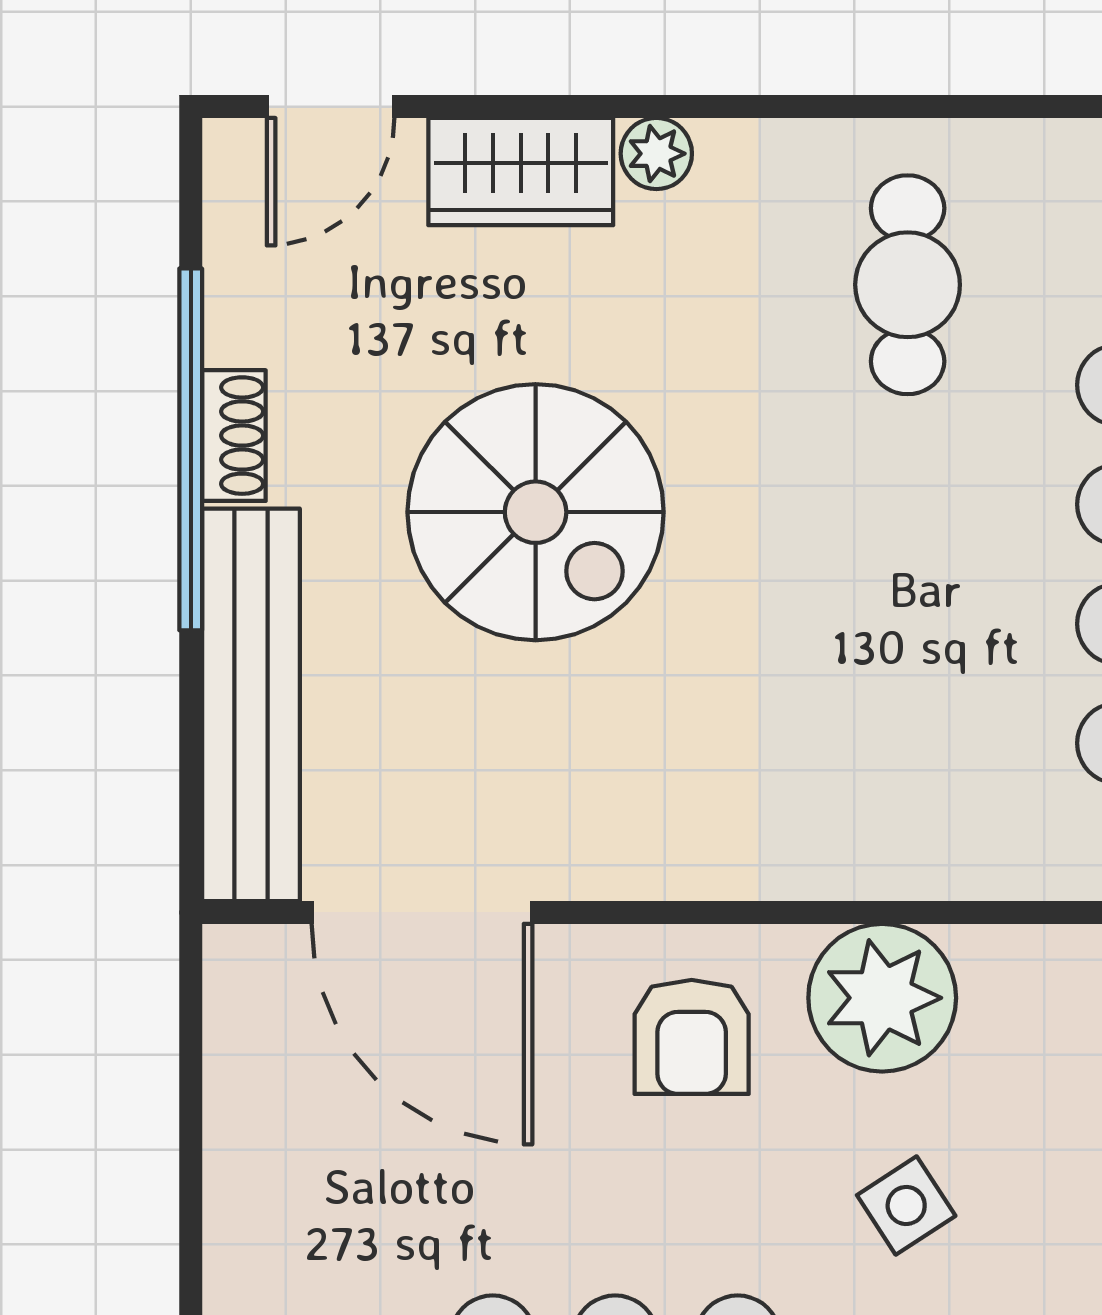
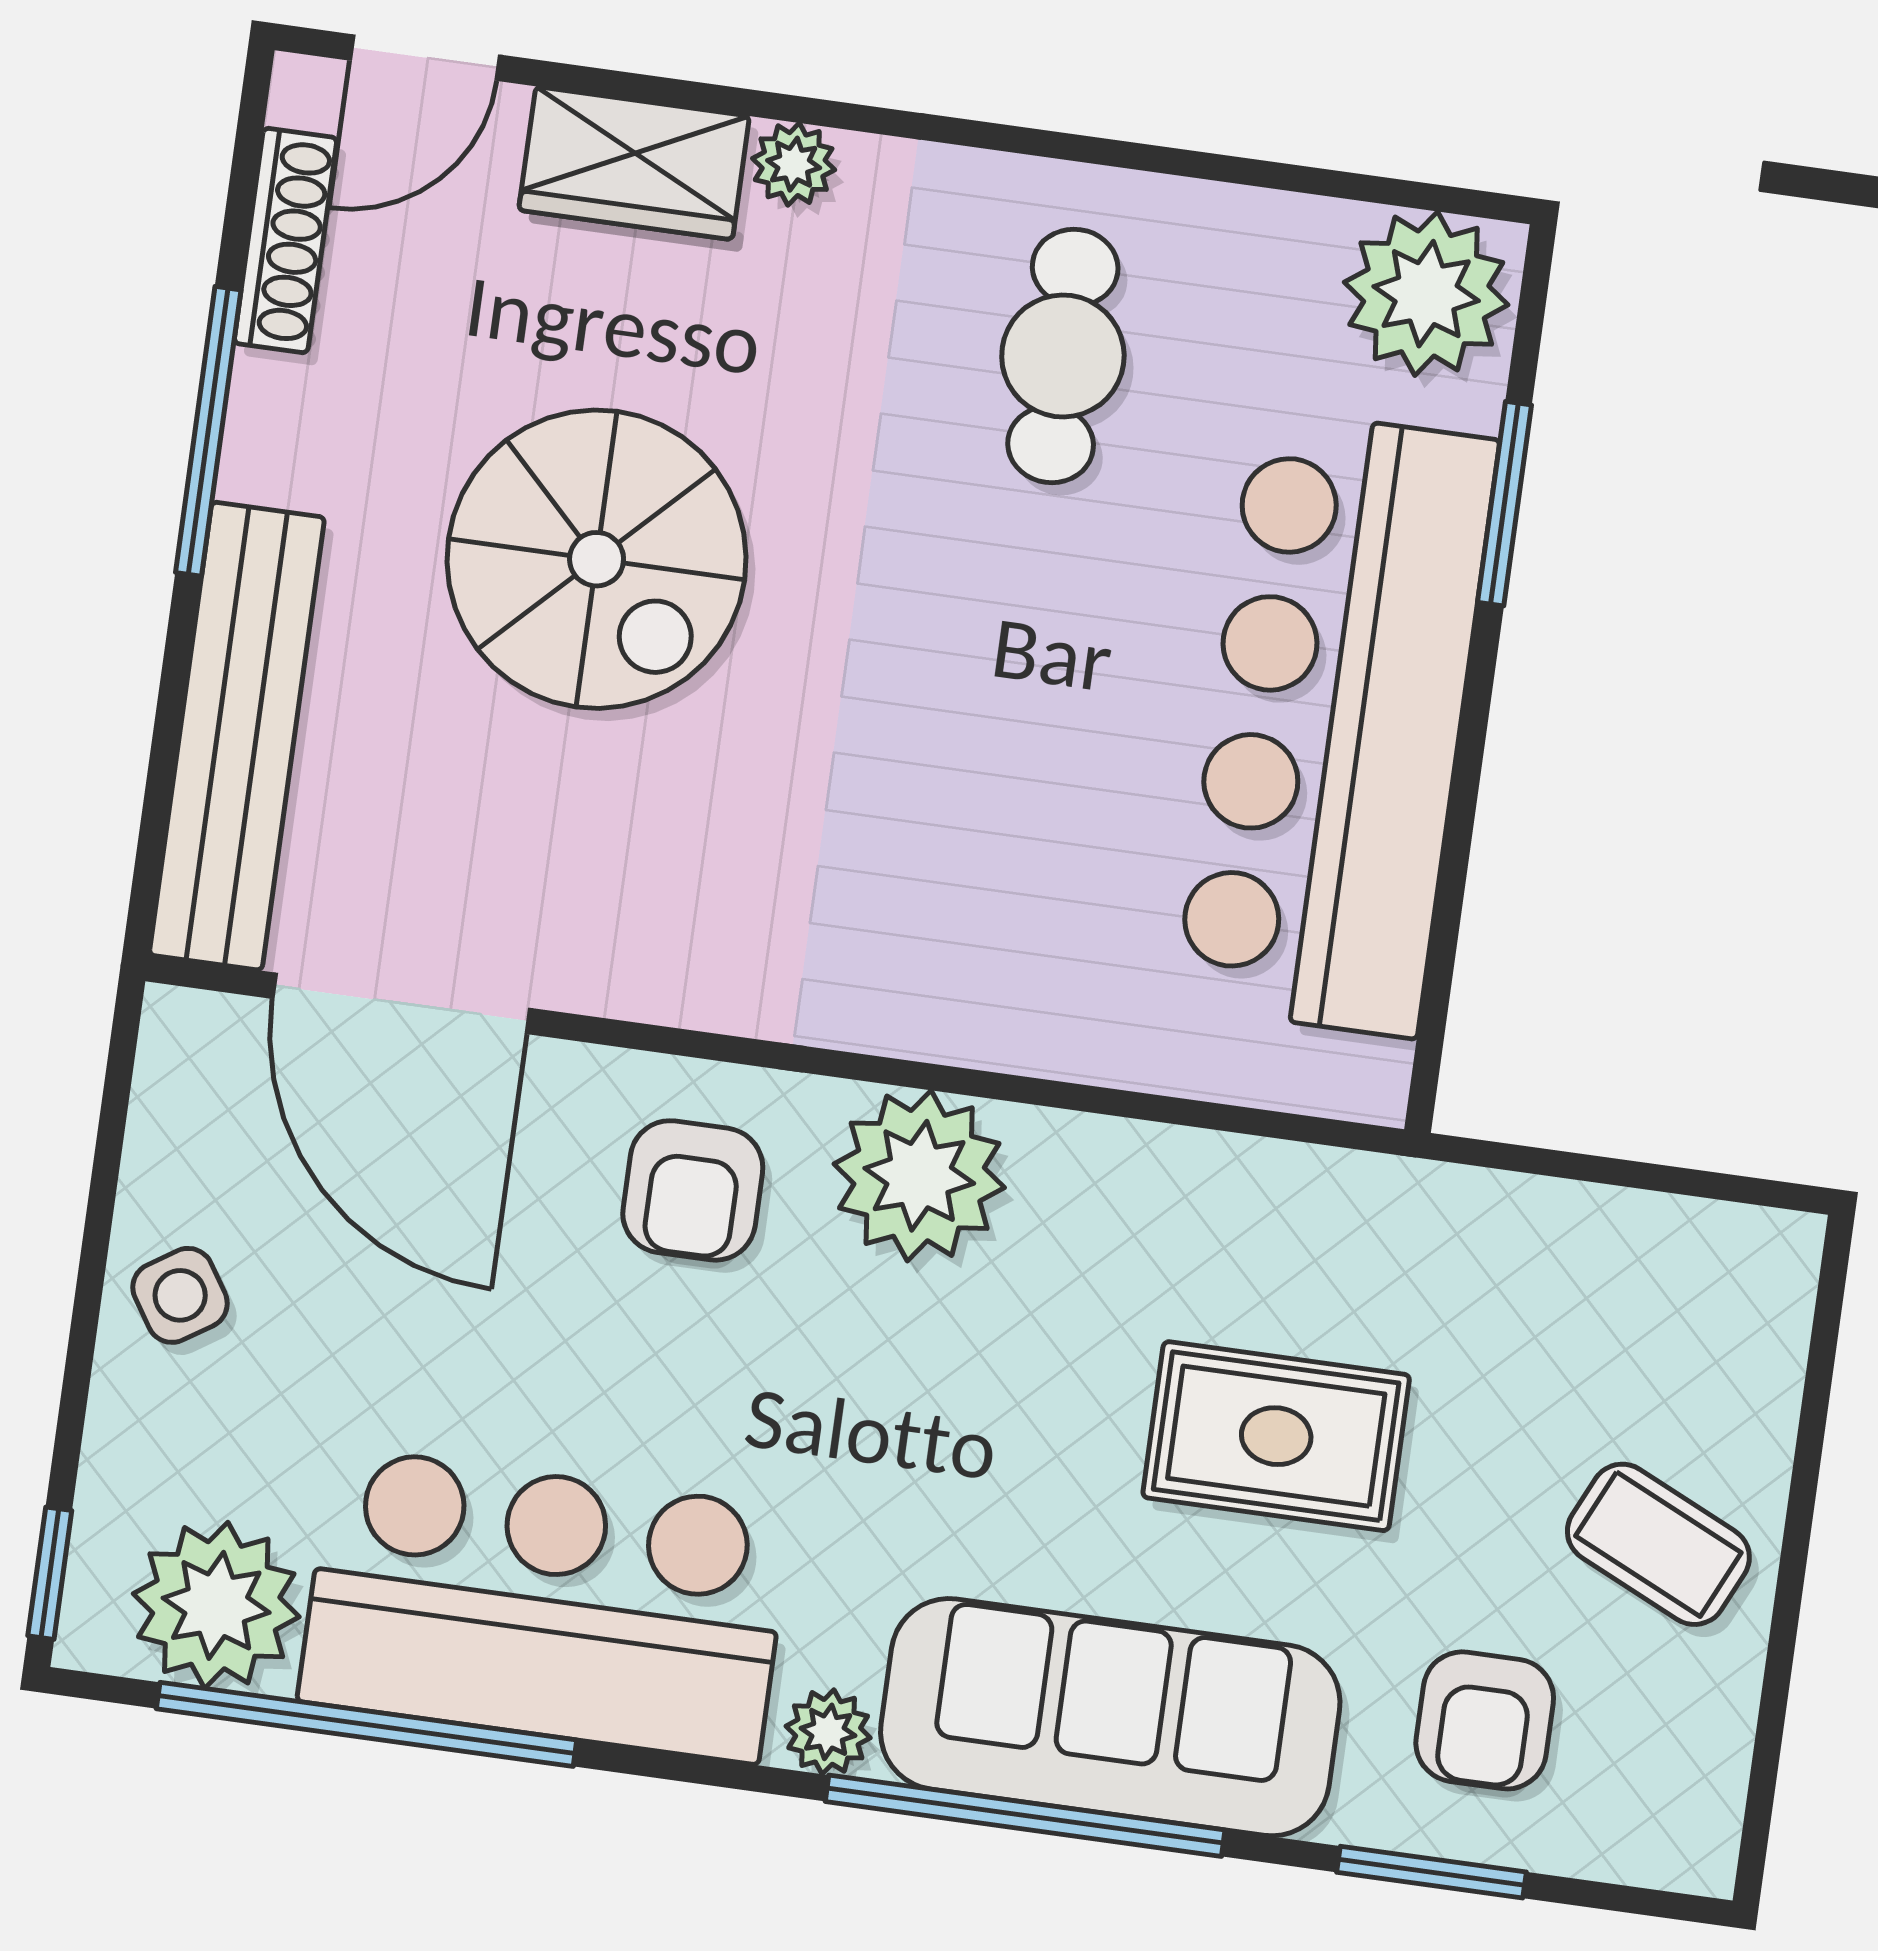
shoe rack: (234, 436) -> (286, 240), moved, width x1.43
window: (191, 449) -> (208, 431), width x0.68
side table: (906, 1205) -> (180, 1295), moved

